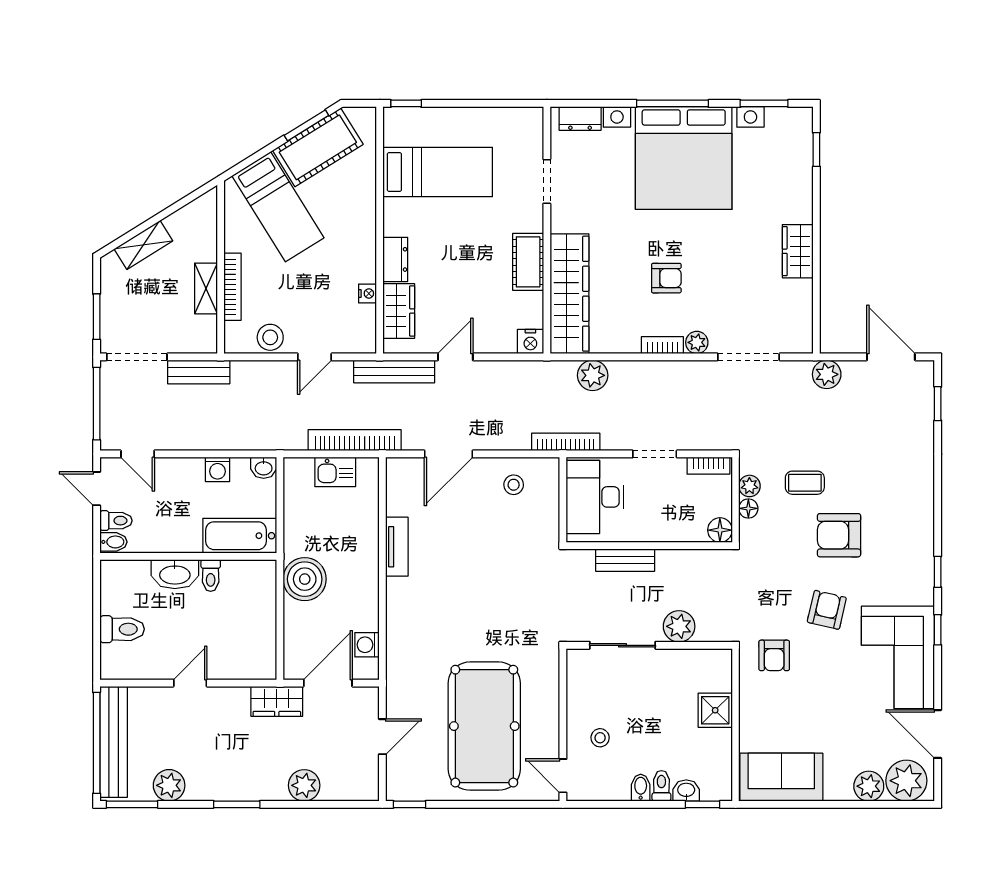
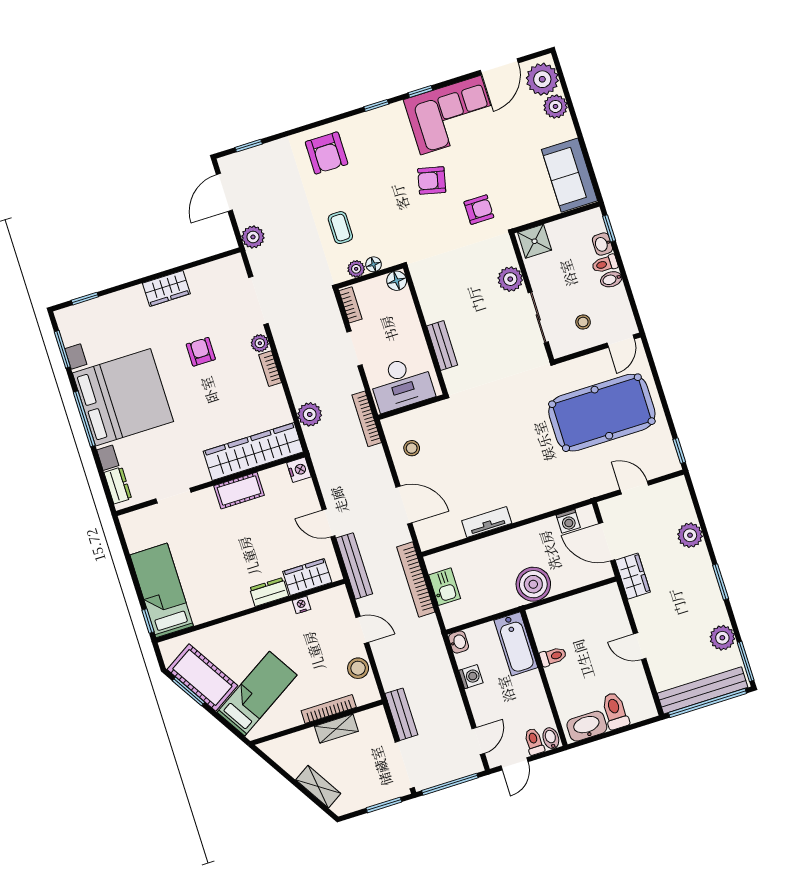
bed: (438, 172) -> (162, 590), moved
armchair: (666, 278) -> (201, 352), moved
armchair: (839, 535) -> (327, 153), moved
washbasin: (175, 574) -> (587, 726), moved, turned -90
plant: (679, 626) -> (510, 279), moved
sliding door: (623, 645) -> (538, 317), moved
wall: (649, 645) -> (532, 297), moved

